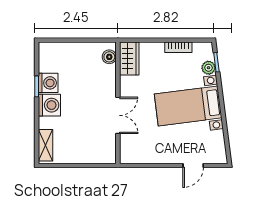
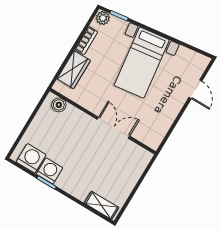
wardrobe: (129, 58) -> (74, 70), moved, turned 90
plant: (208, 68) -> (103, 18), moved
washing machine: (49, 105) -> (31, 158), moved

